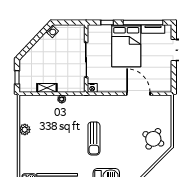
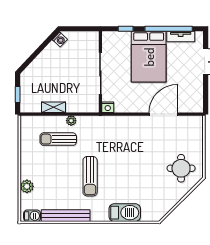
door: (138, 94) -> (163, 114), hinge flipped
sun lounger: (51, 115) -> (58, 139), added
plant: (25, 130) -> (27, 186), moved
sun lounger: (94, 139) -> (90, 176), moved
round table: (153, 139) -> (181, 168), turned -31

